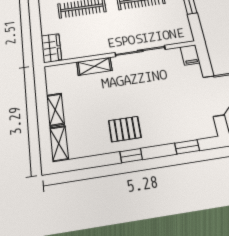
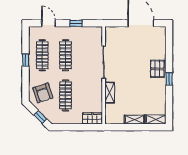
filing cabinet: (190, 55) -> (111, 31), removed
pallet: (125, 129) -> (157, 69), moved
window: (187, 147) -> (169, 46), removed

